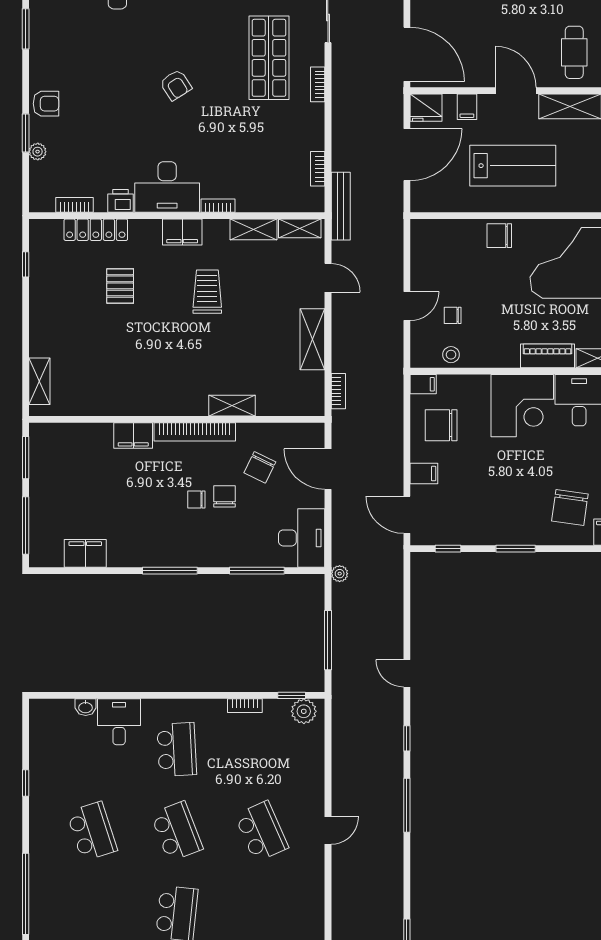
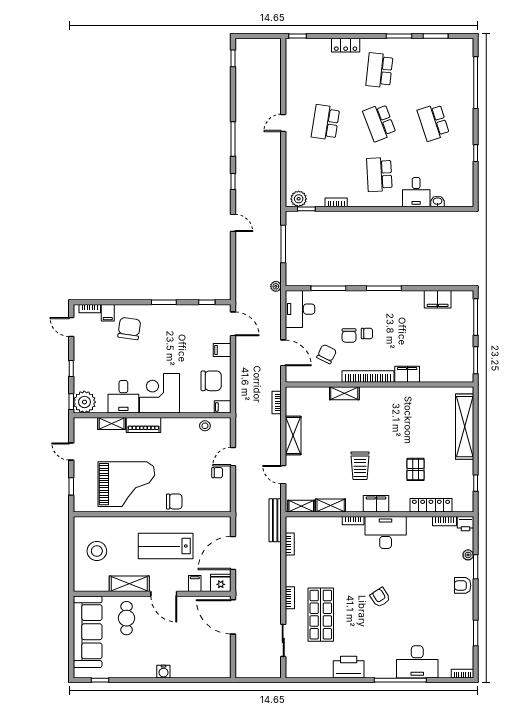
printer: (120, 201) -> (466, 524), moved
chair: (453, 315) -> (217, 473), moved
shelving: (39, 381) -> (465, 427), width x2.20, depth x1.33
school desk: (262, 831) -> (326, 122), turned 33

